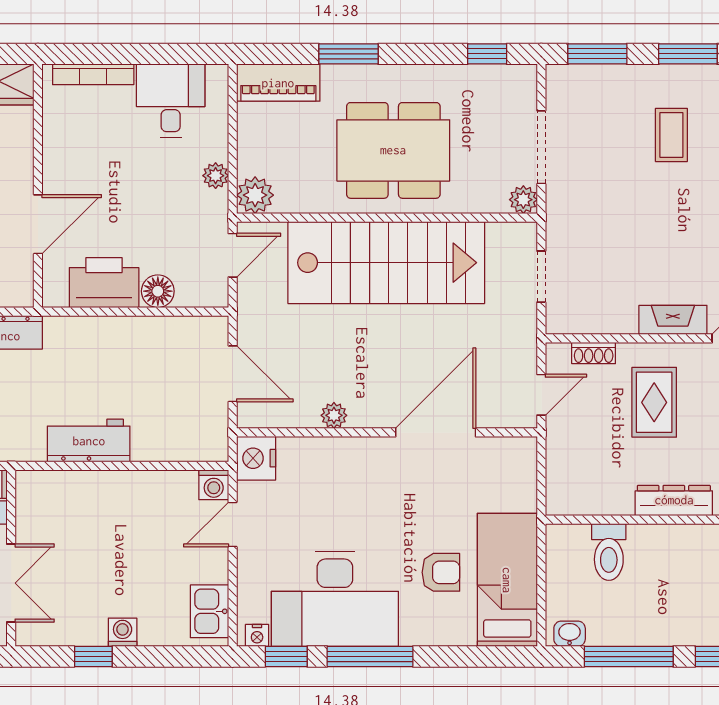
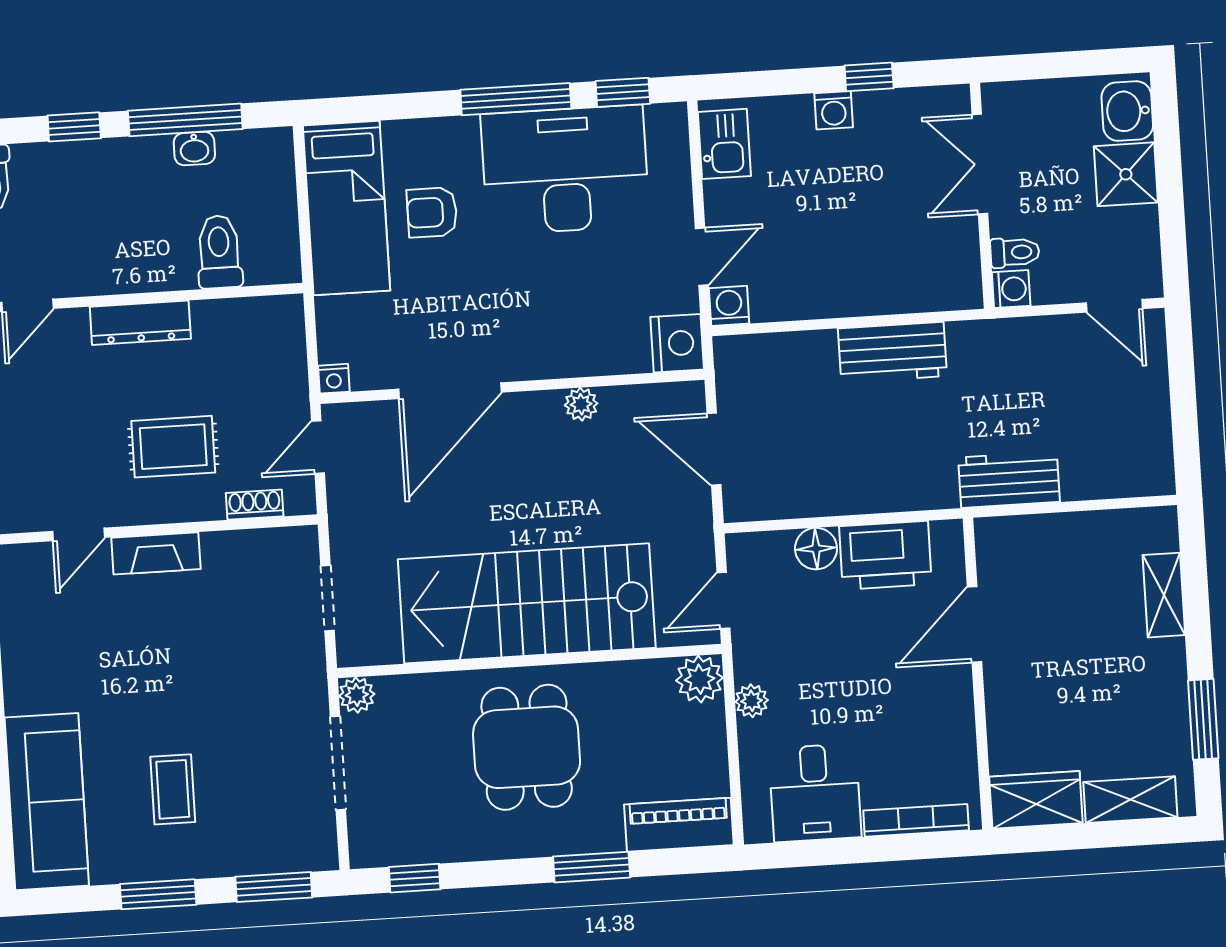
dining table: (393, 150) -> (527, 747), width x0.73
rug: (654, 402) -> (173, 447), turned 90
washbasin: (570, 634) -> (194, 149), moved
nightstand: (257, 635) -> (334, 379), moved, turned 180

